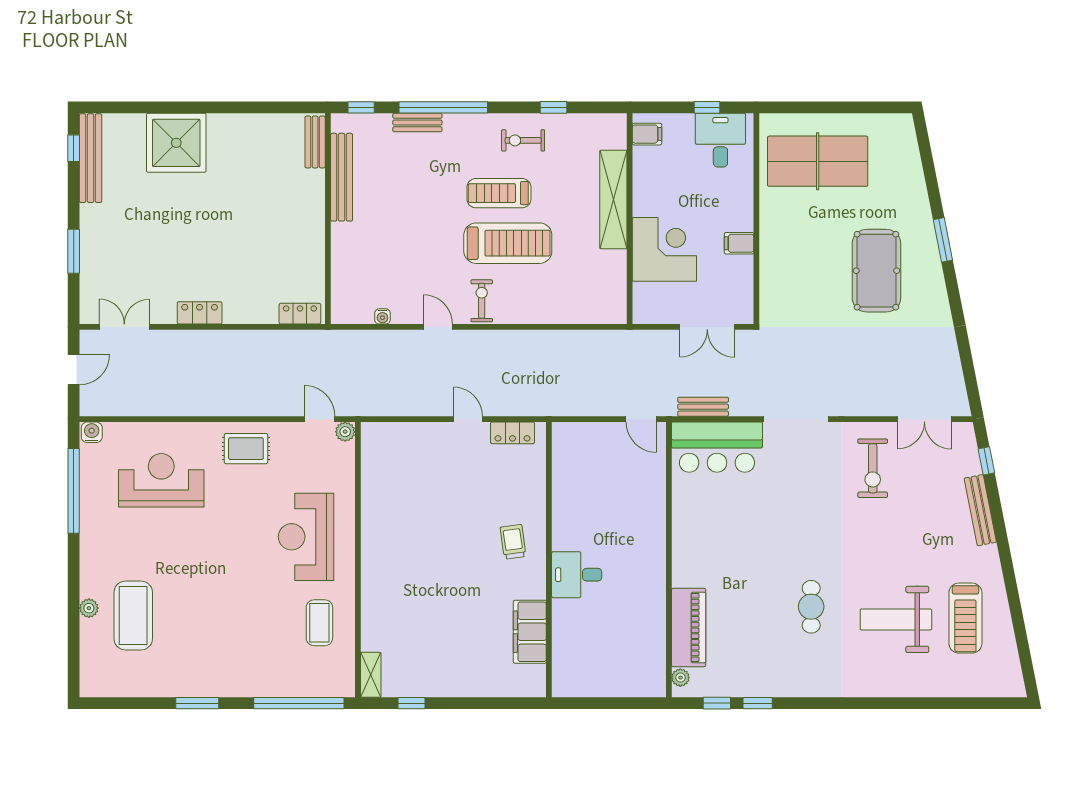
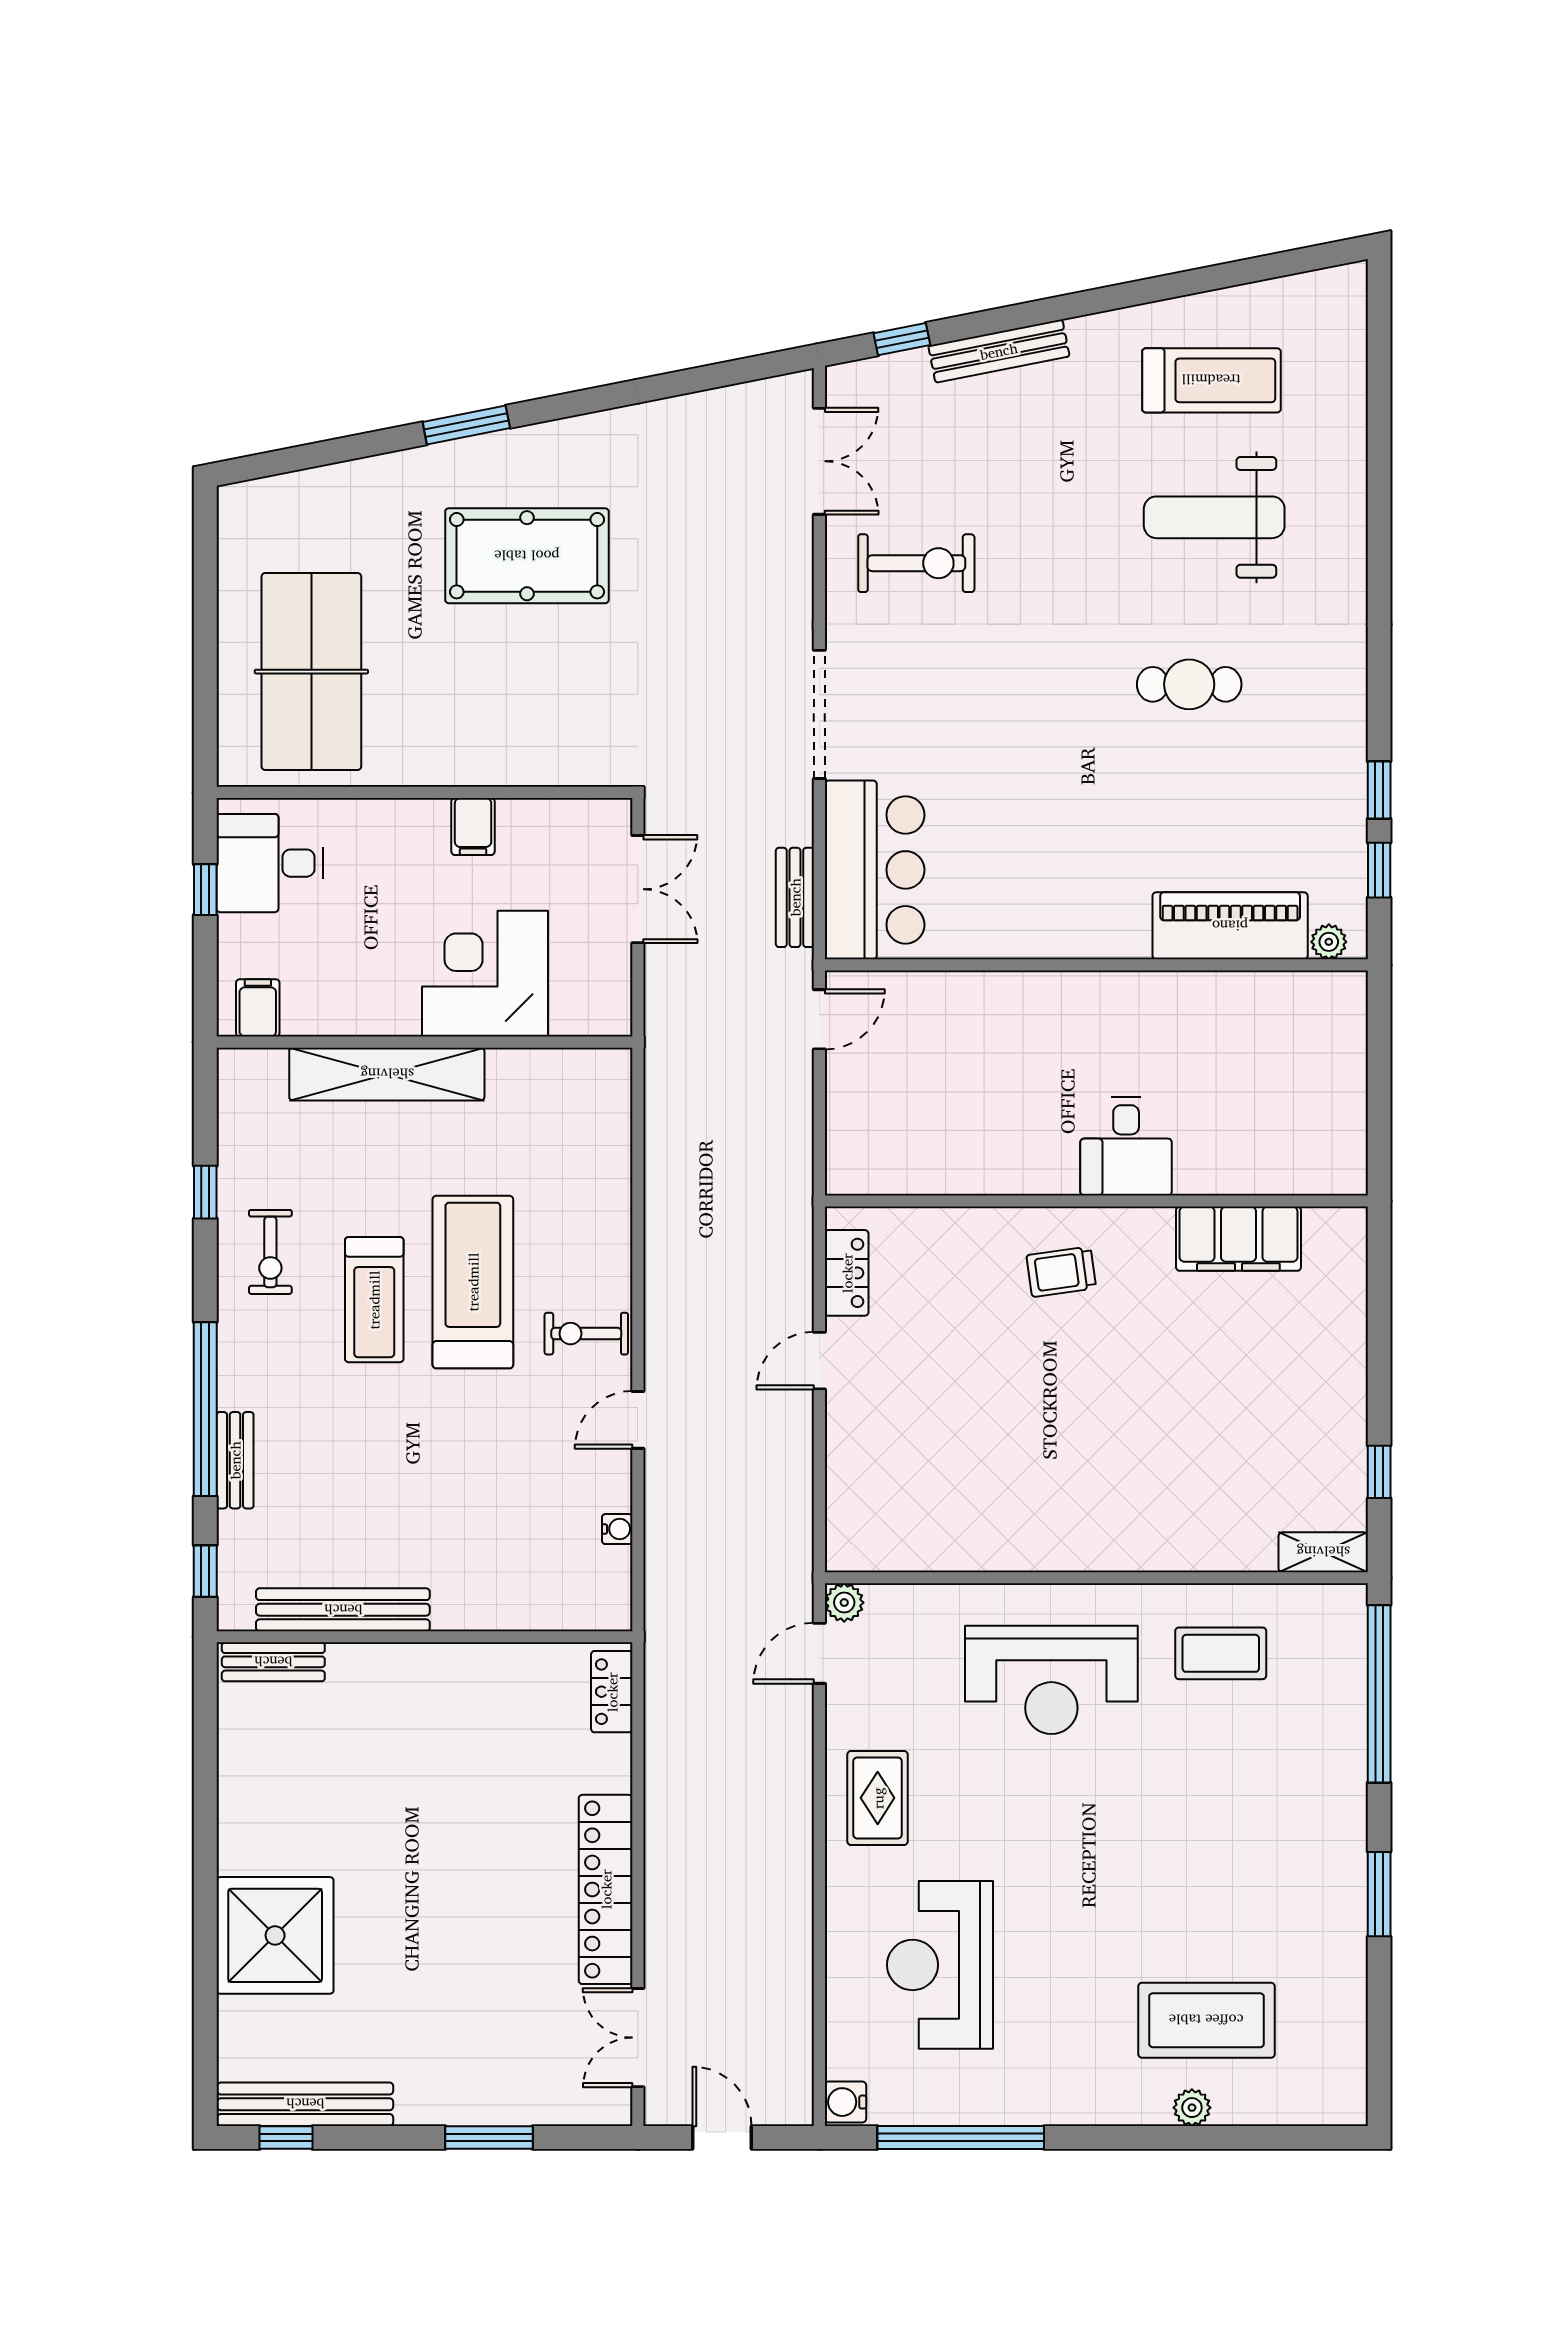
locker: (200, 313) -> (606, 1889), width x2.16, depth x1.21
weight bench: (896, 619) -> (1214, 517), turned 90

